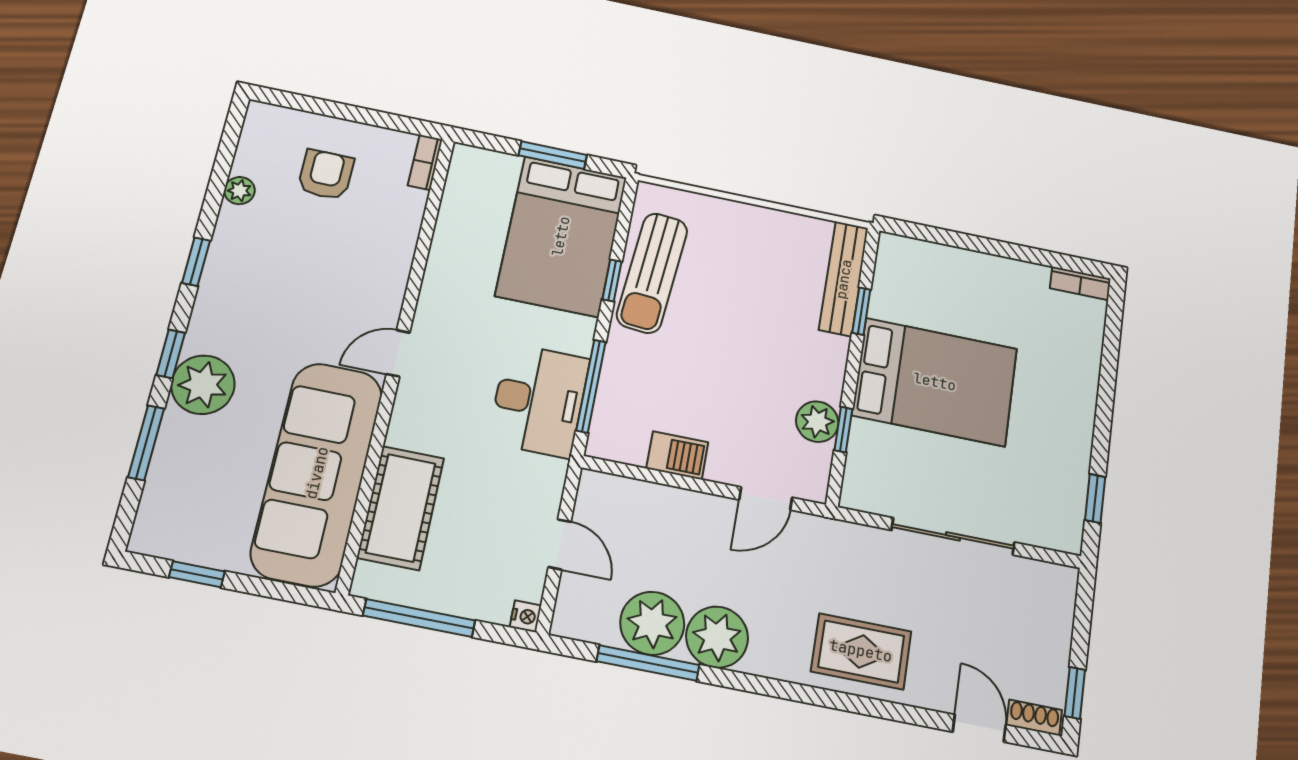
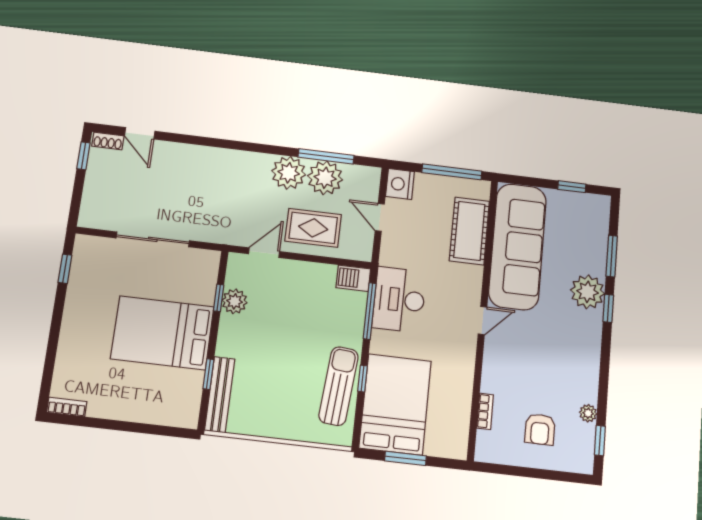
bookcase: (425, 162) -> (485, 411), moved
window: (196, 262) -> (600, 441), moved
barbecue: (677, 455) -> (353, 278), moved
nightstand: (525, 616) -> (400, 184), width x1.89, depth x1.79
rug: (861, 651) -> (313, 228), moved

